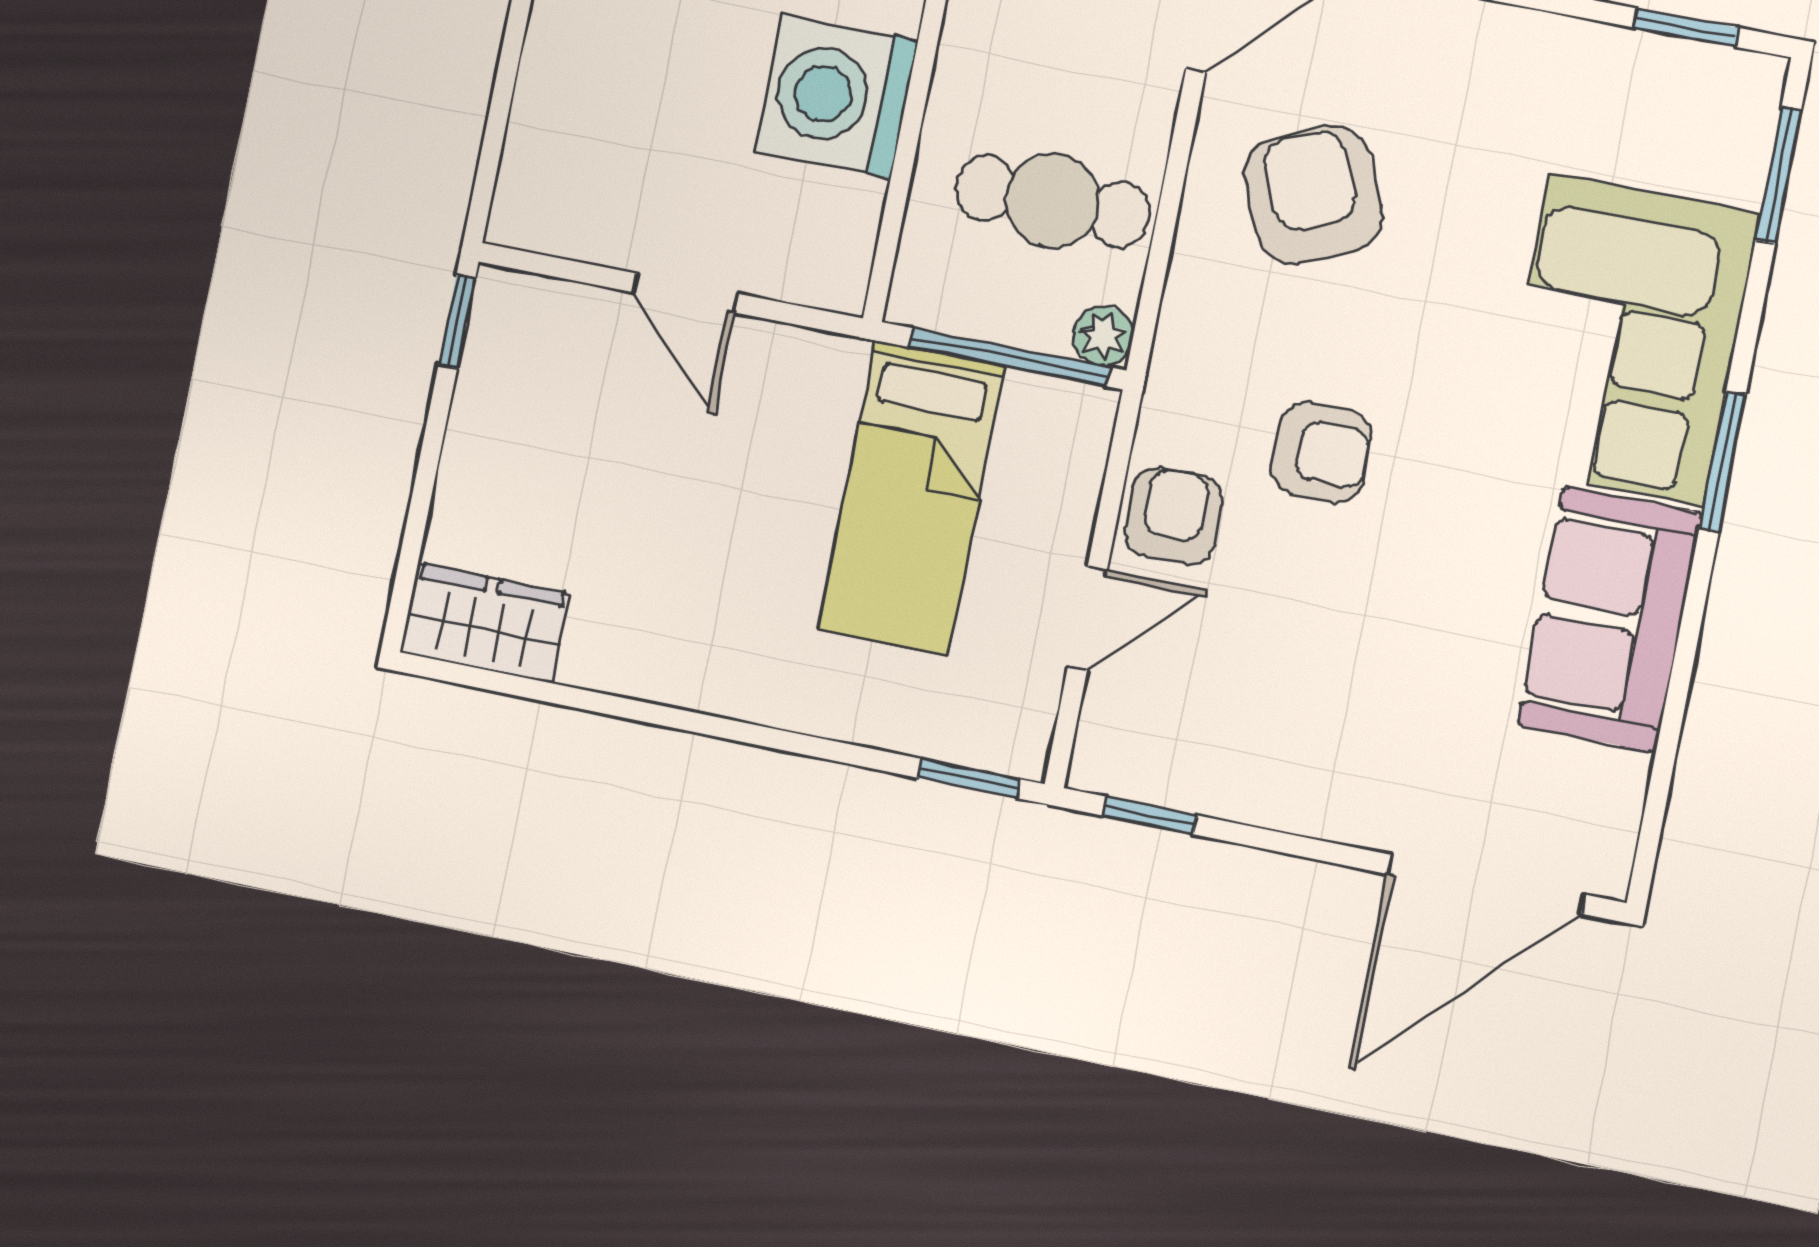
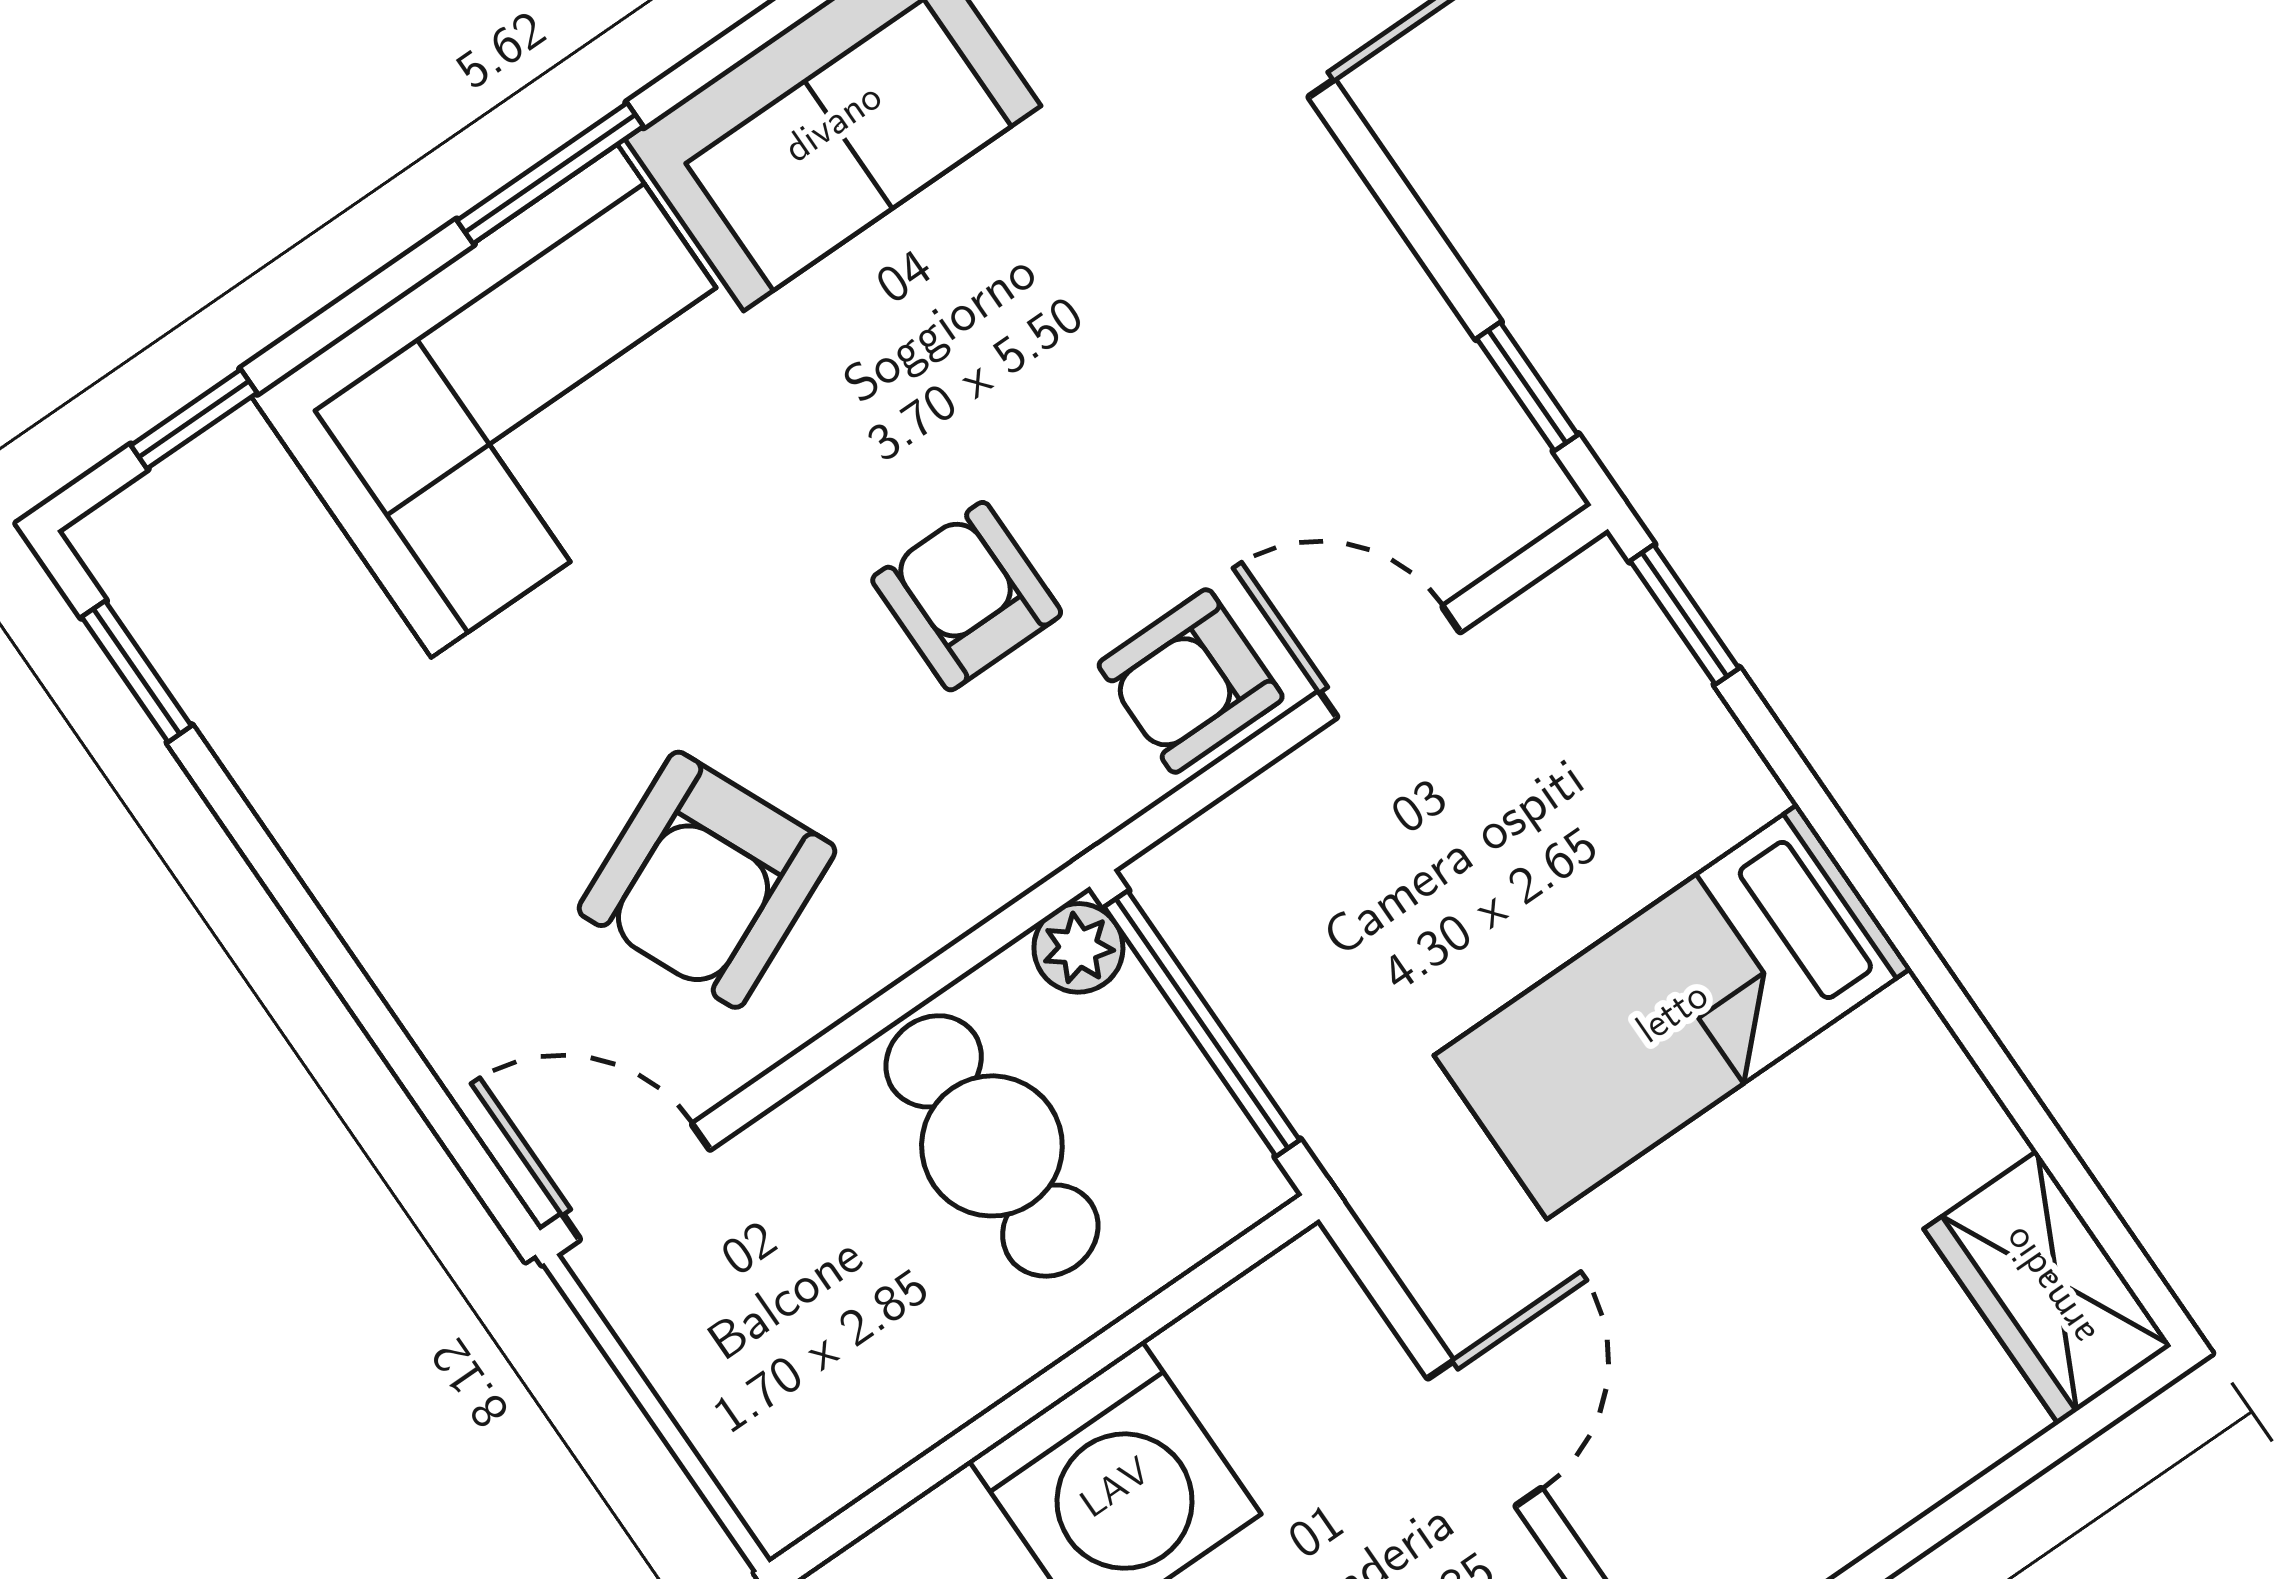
window: (1778, 175) -> (194, 419), width x0.67
bed: (912, 498) -> (1672, 1012), moved, turned 180

